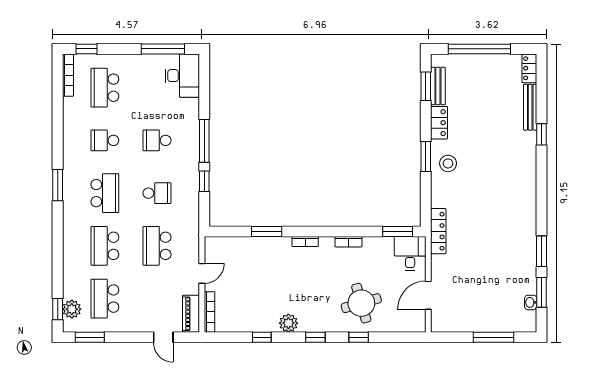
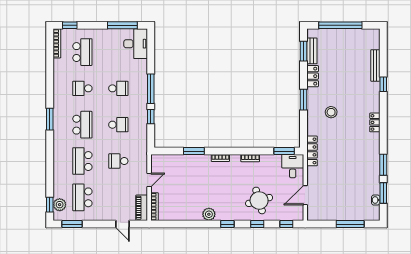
locker: (529, 68) -> (375, 122), moved
school desk: (105, 88) -> (82, 52), turned 180
school desk: (157, 140) -> (118, 88), turned 180
stool: (448, 163) -> (331, 112), moved
school desk: (157, 246) -> (118, 161), width x0.54
window: (262, 337) -> (286, 224), moved

